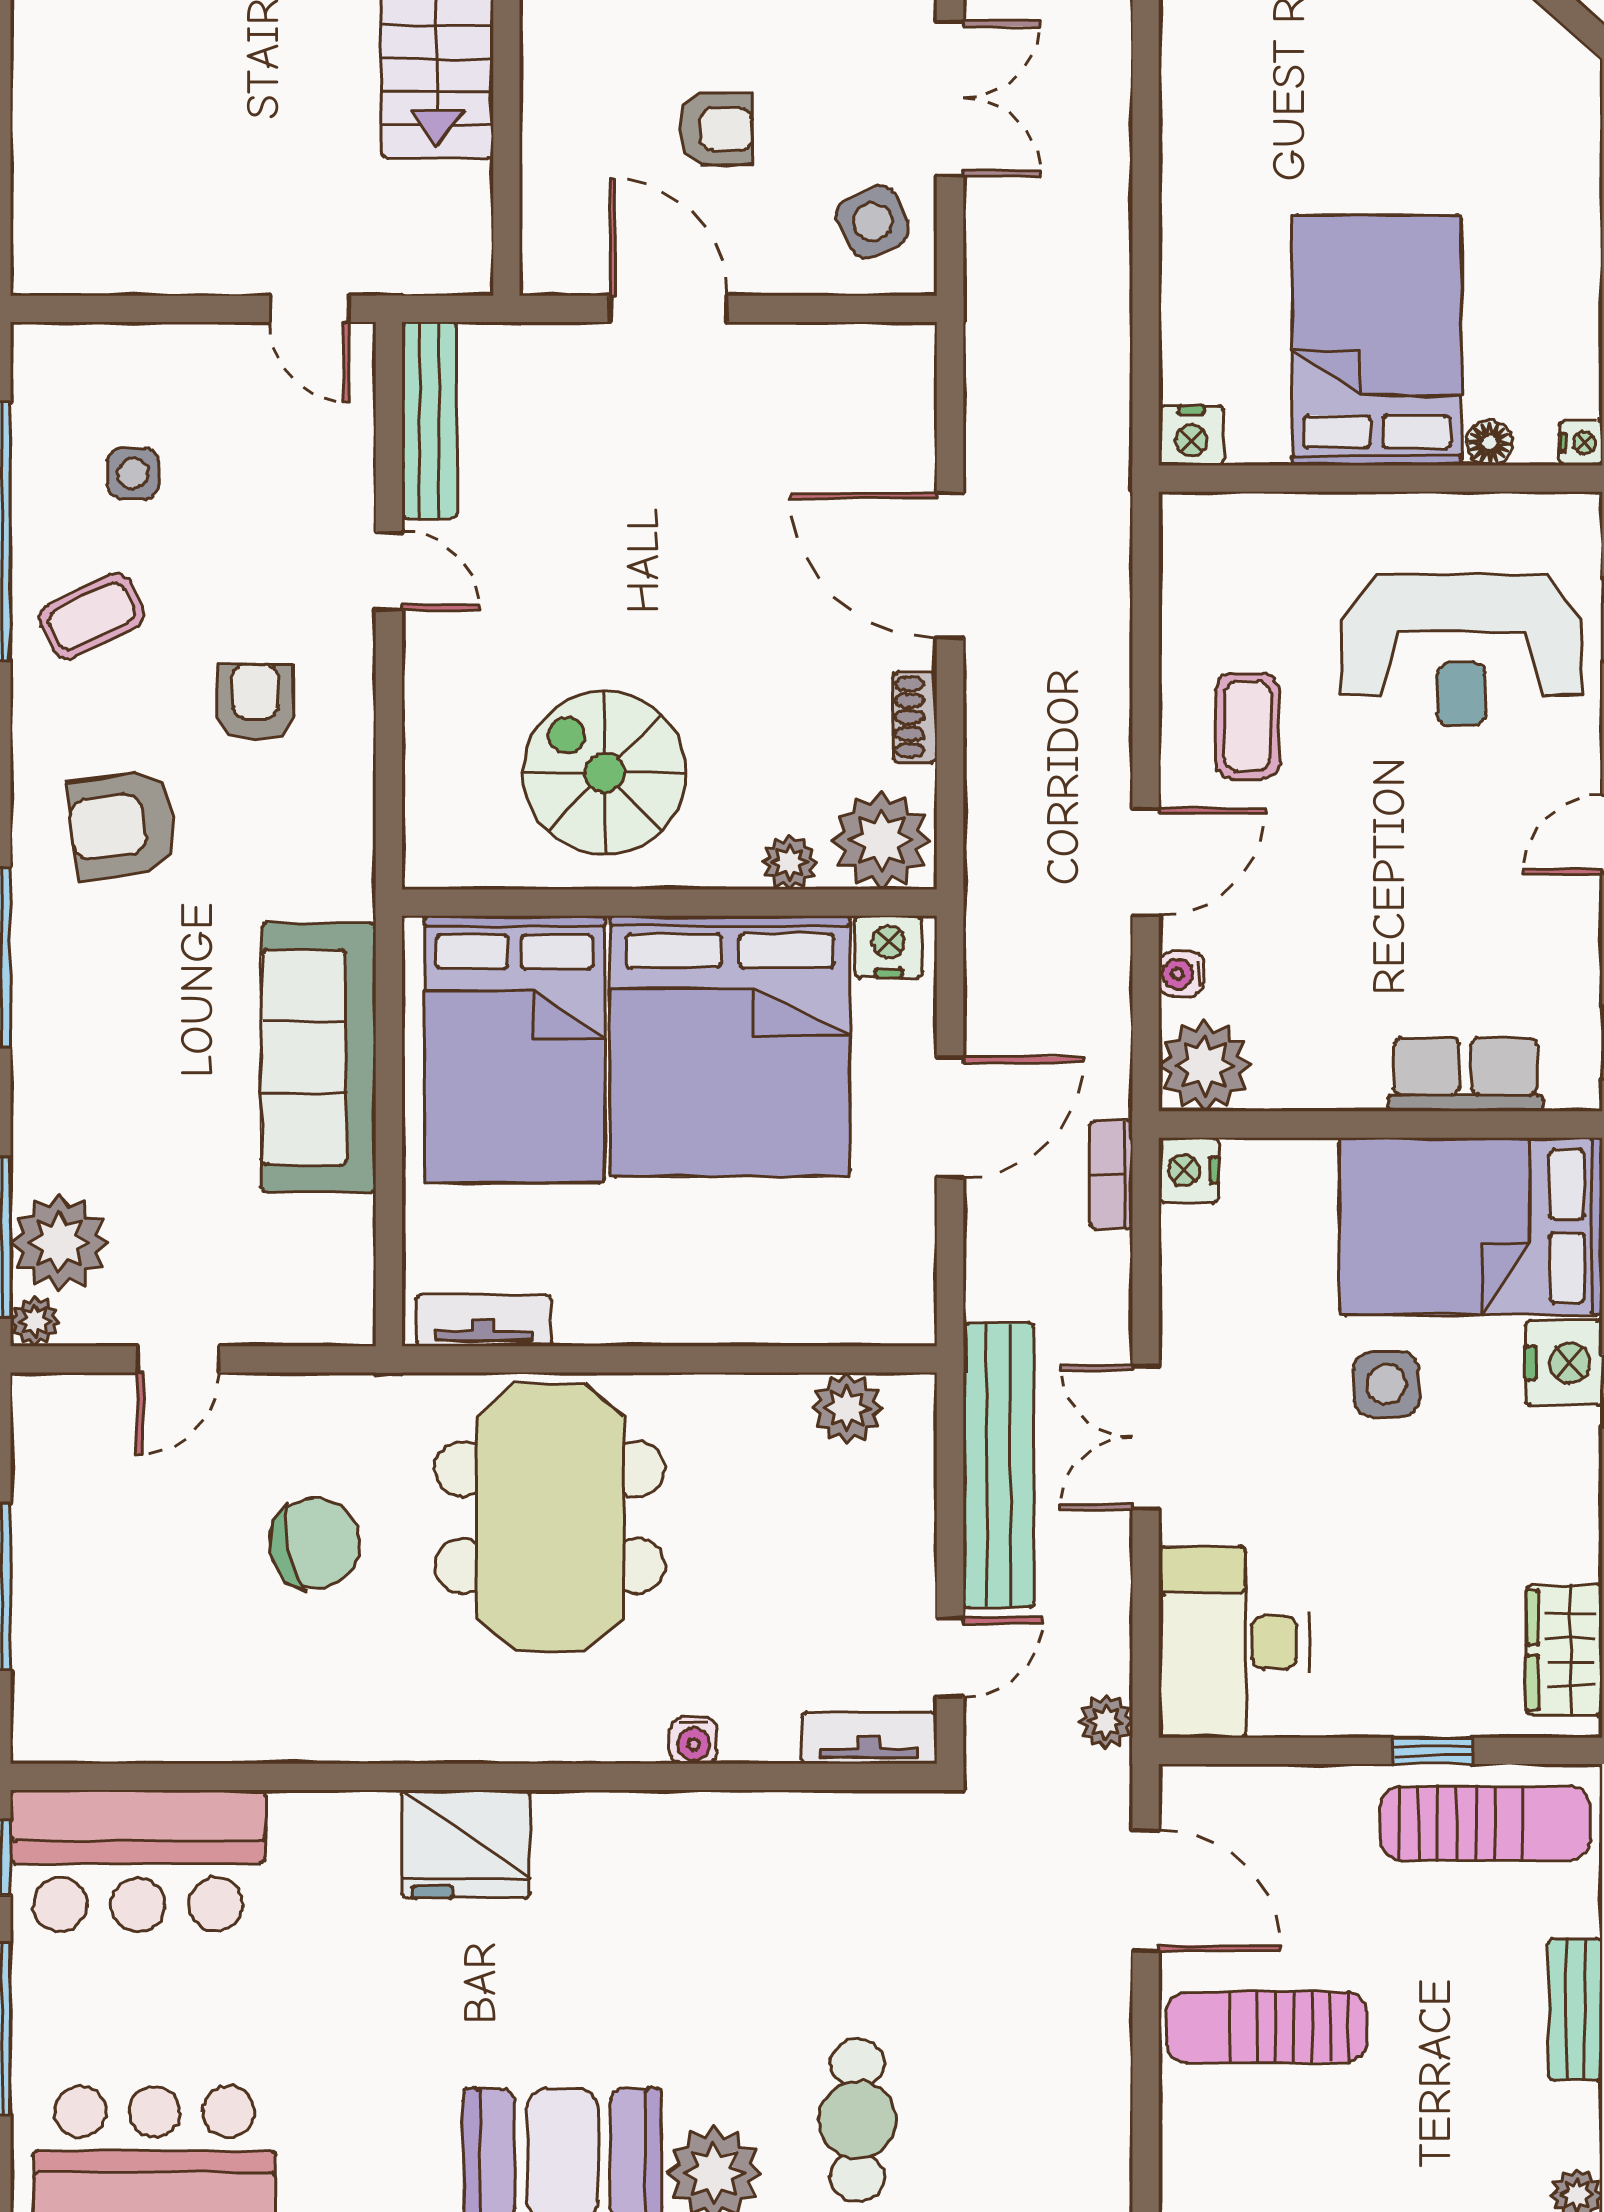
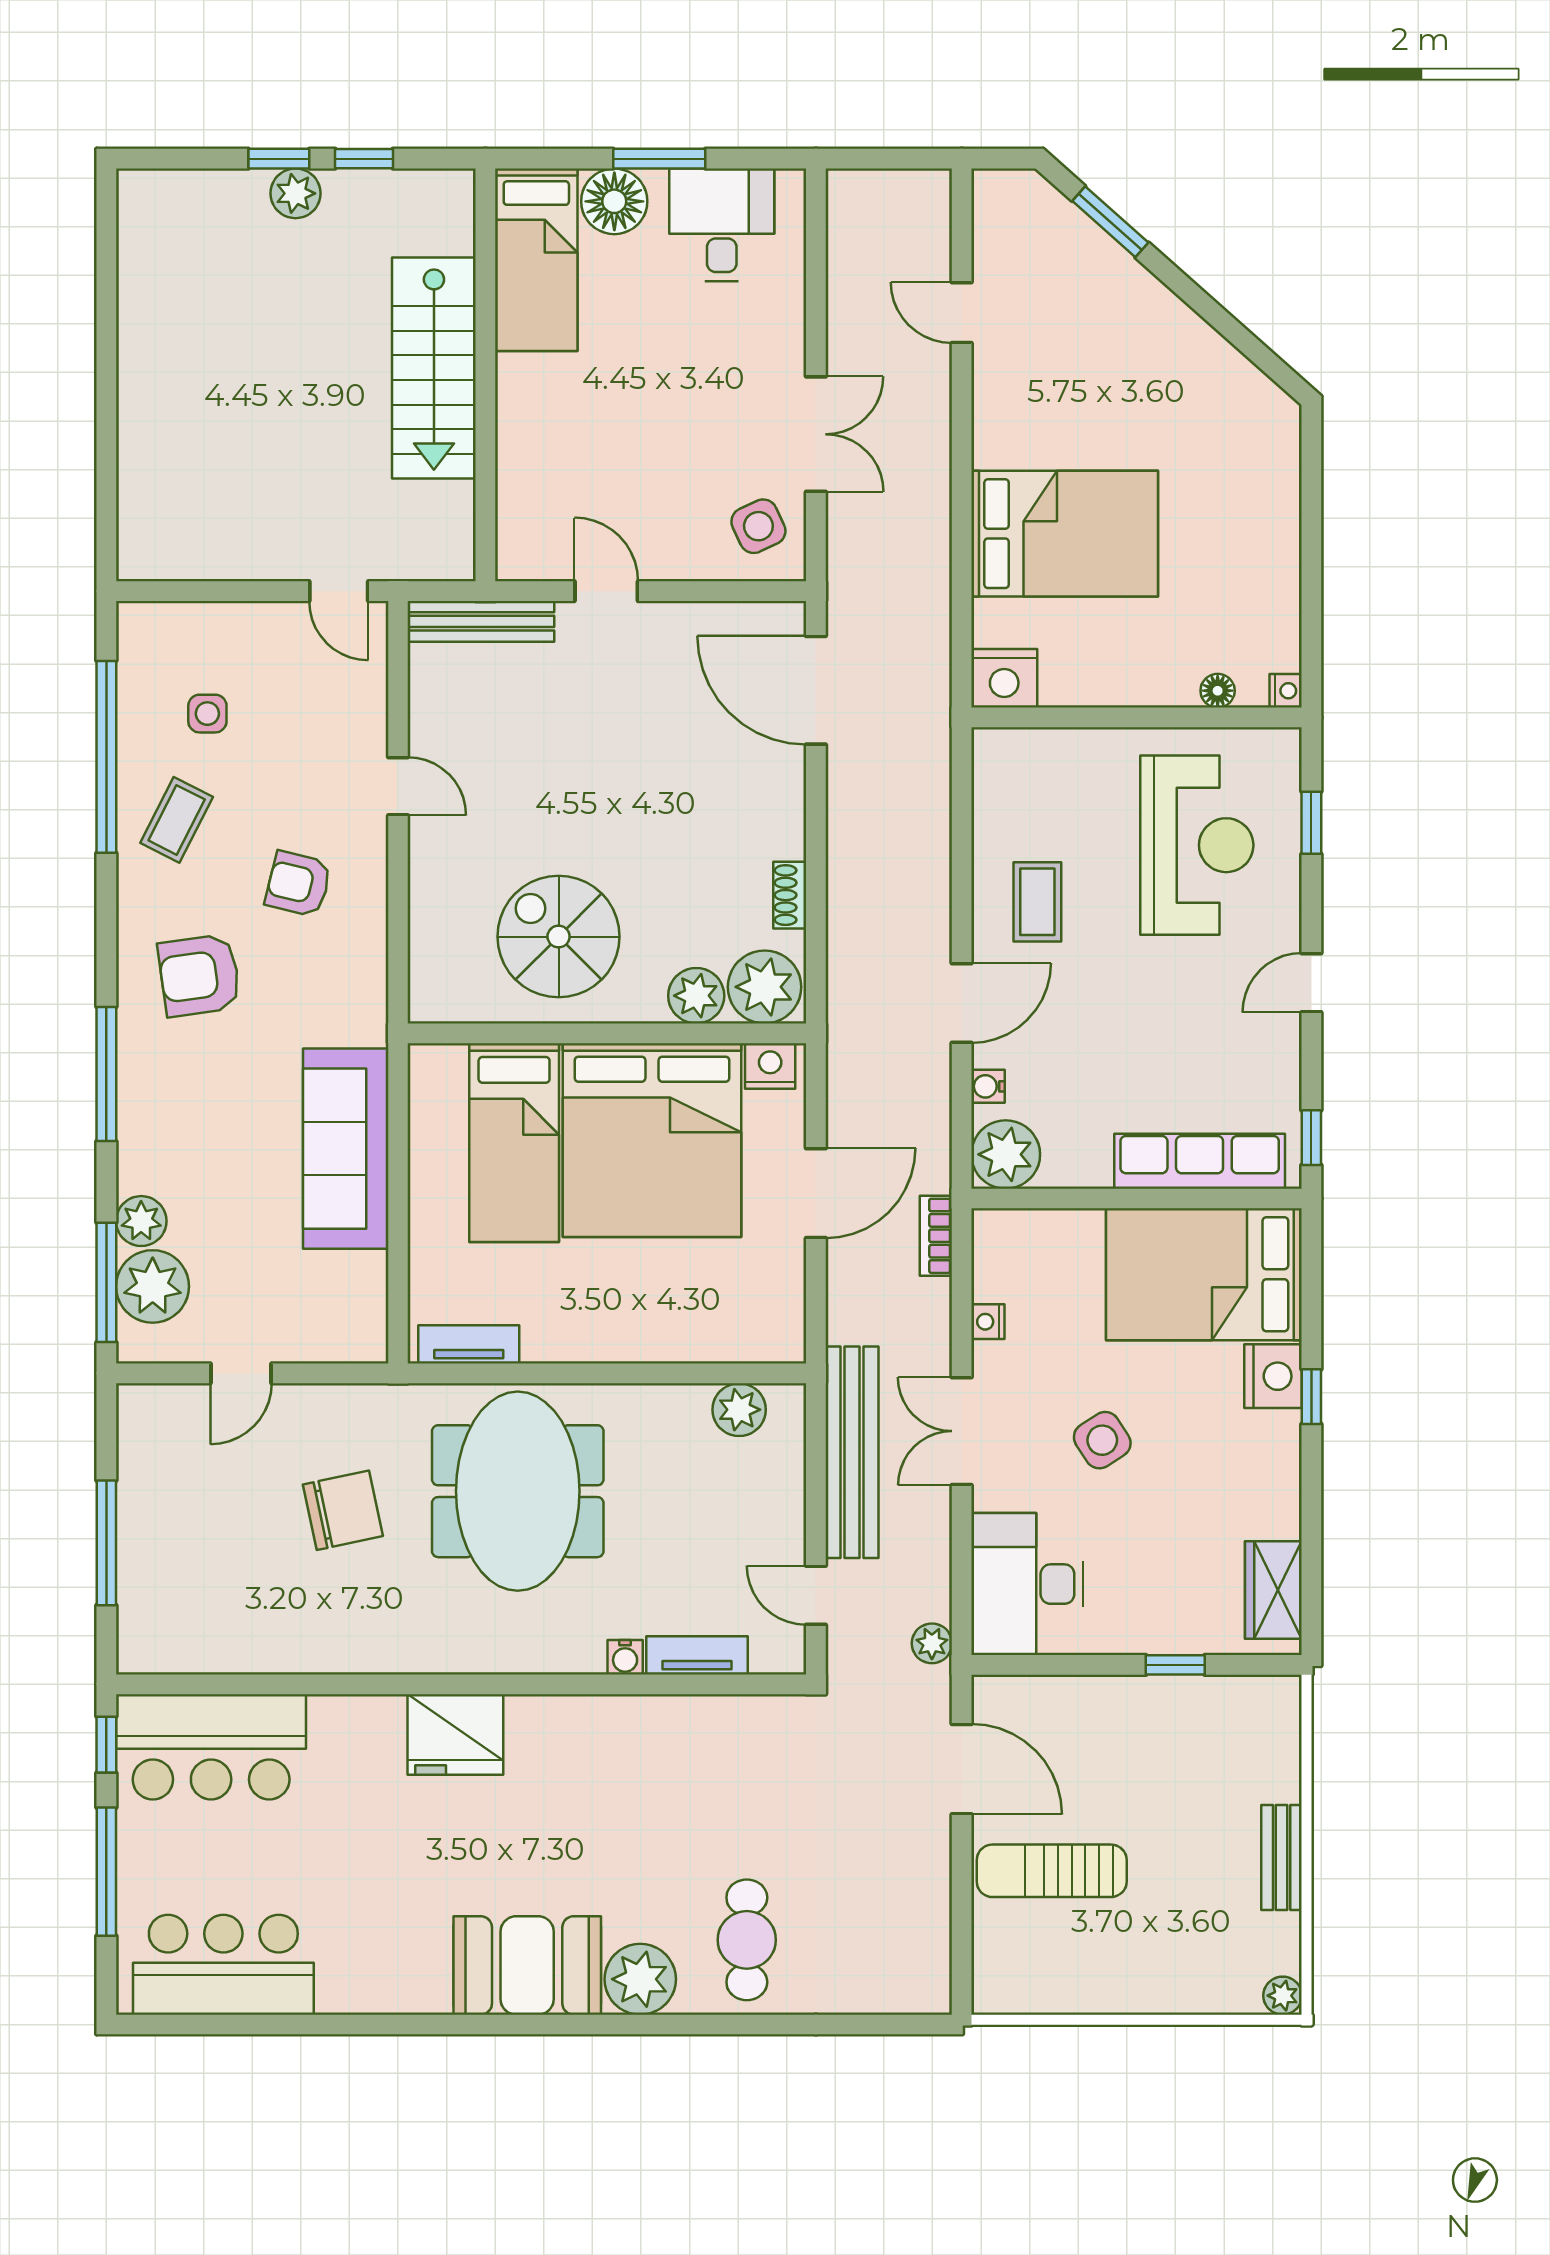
armchair: (716, 129) -> (642, 457), removed
door: (669, 309) -> (606, 591), width x0.73
bed: (1377, 340) -> (1065, 534), moved, turned 90
bench: (429, 420) -> (481, 621), moved, turned 90
nightstand: (1191, 436) -> (1004, 678), width x1.36, depth x1.33
door: (950, 566) -> (816, 690), moved
coffee table: (92, 616) -> (177, 820), turned -37
reception desk: (1462, 650) -> (1197, 845), turned -90
armchair: (255, 702) -> (298, 884), turned -76
plant: (789, 862) -> (696, 996), width x1.38, depth x1.38
bed: (515, 1049) -> (514, 1143), width x0.67
row of seats: (1465, 1074) -> (1200, 1161), width x1.48
nightstand: (1189, 1170) -> (988, 1322), moved, width x0.72, depth x0.74
plant: (35, 1321) -> (141, 1221), moved, width x1.38, depth x1.38
side table: (1386, 1384) -> (1102, 1440), moved, turned -33
door: (950, 1657) -> (816, 1595), swing flipped
tv unit: (869, 1738) -> (697, 1655), moved
sun lounger: (1485, 1823) -> (1214, 1719), removed

